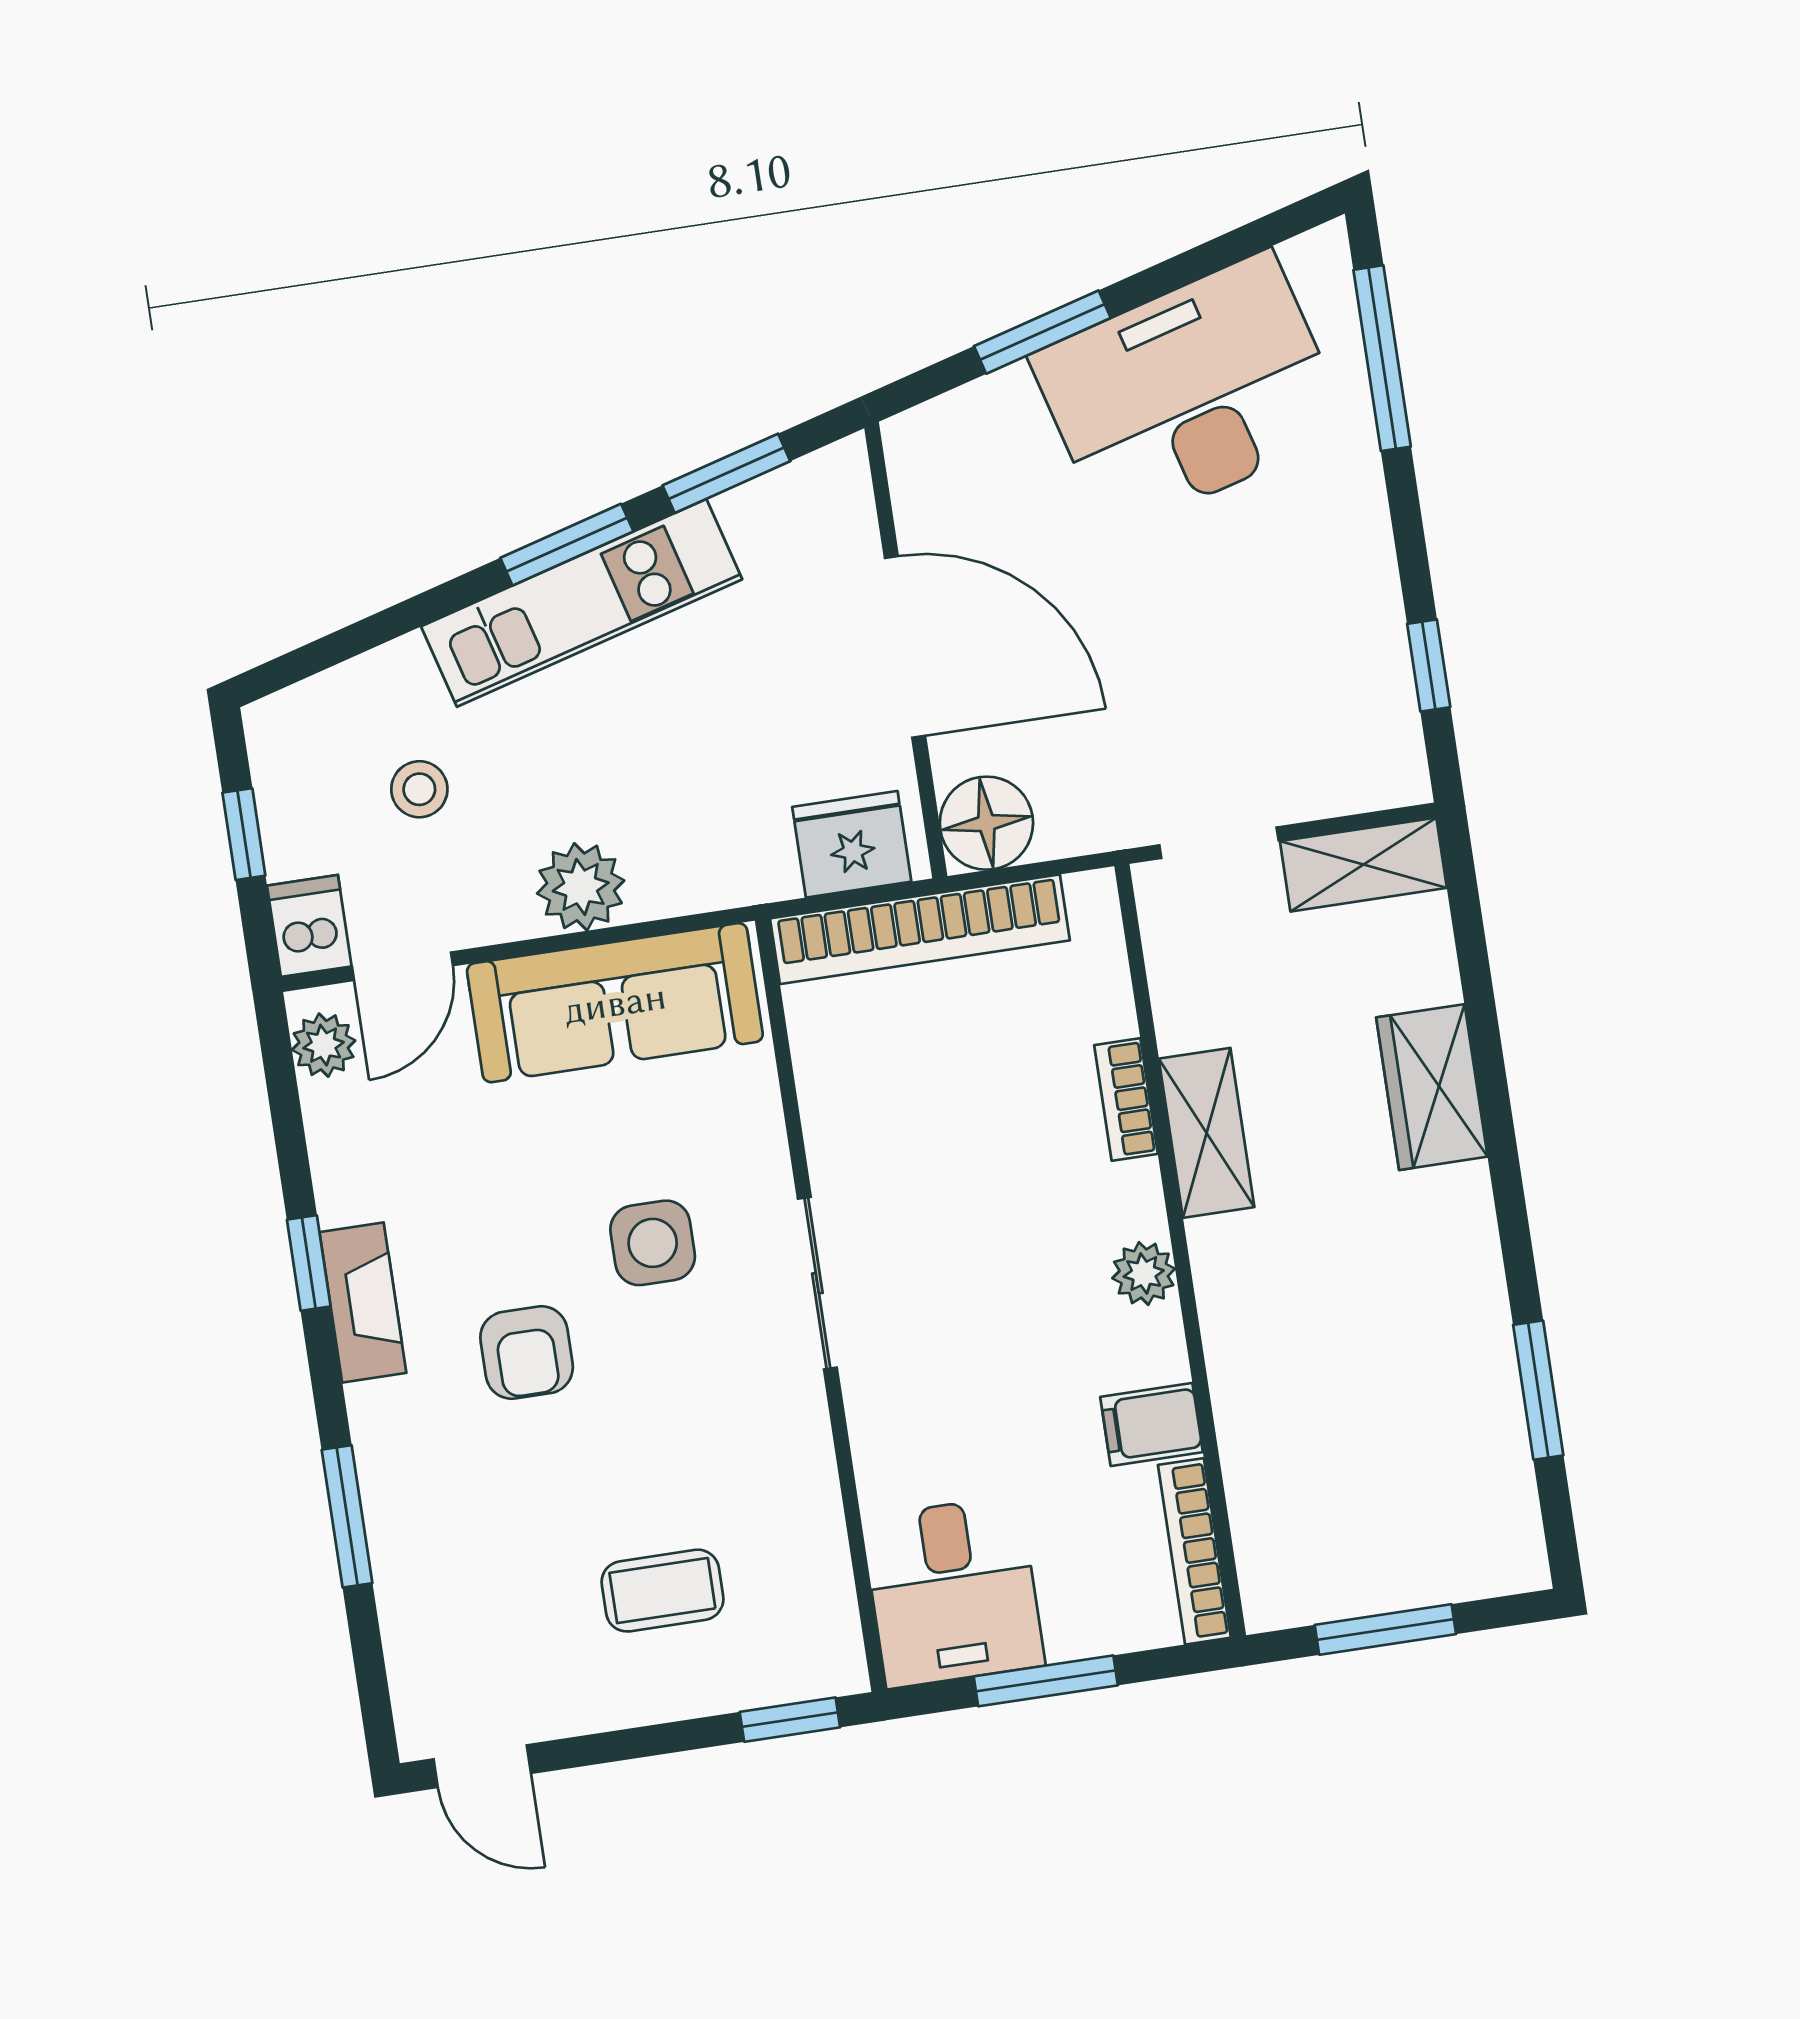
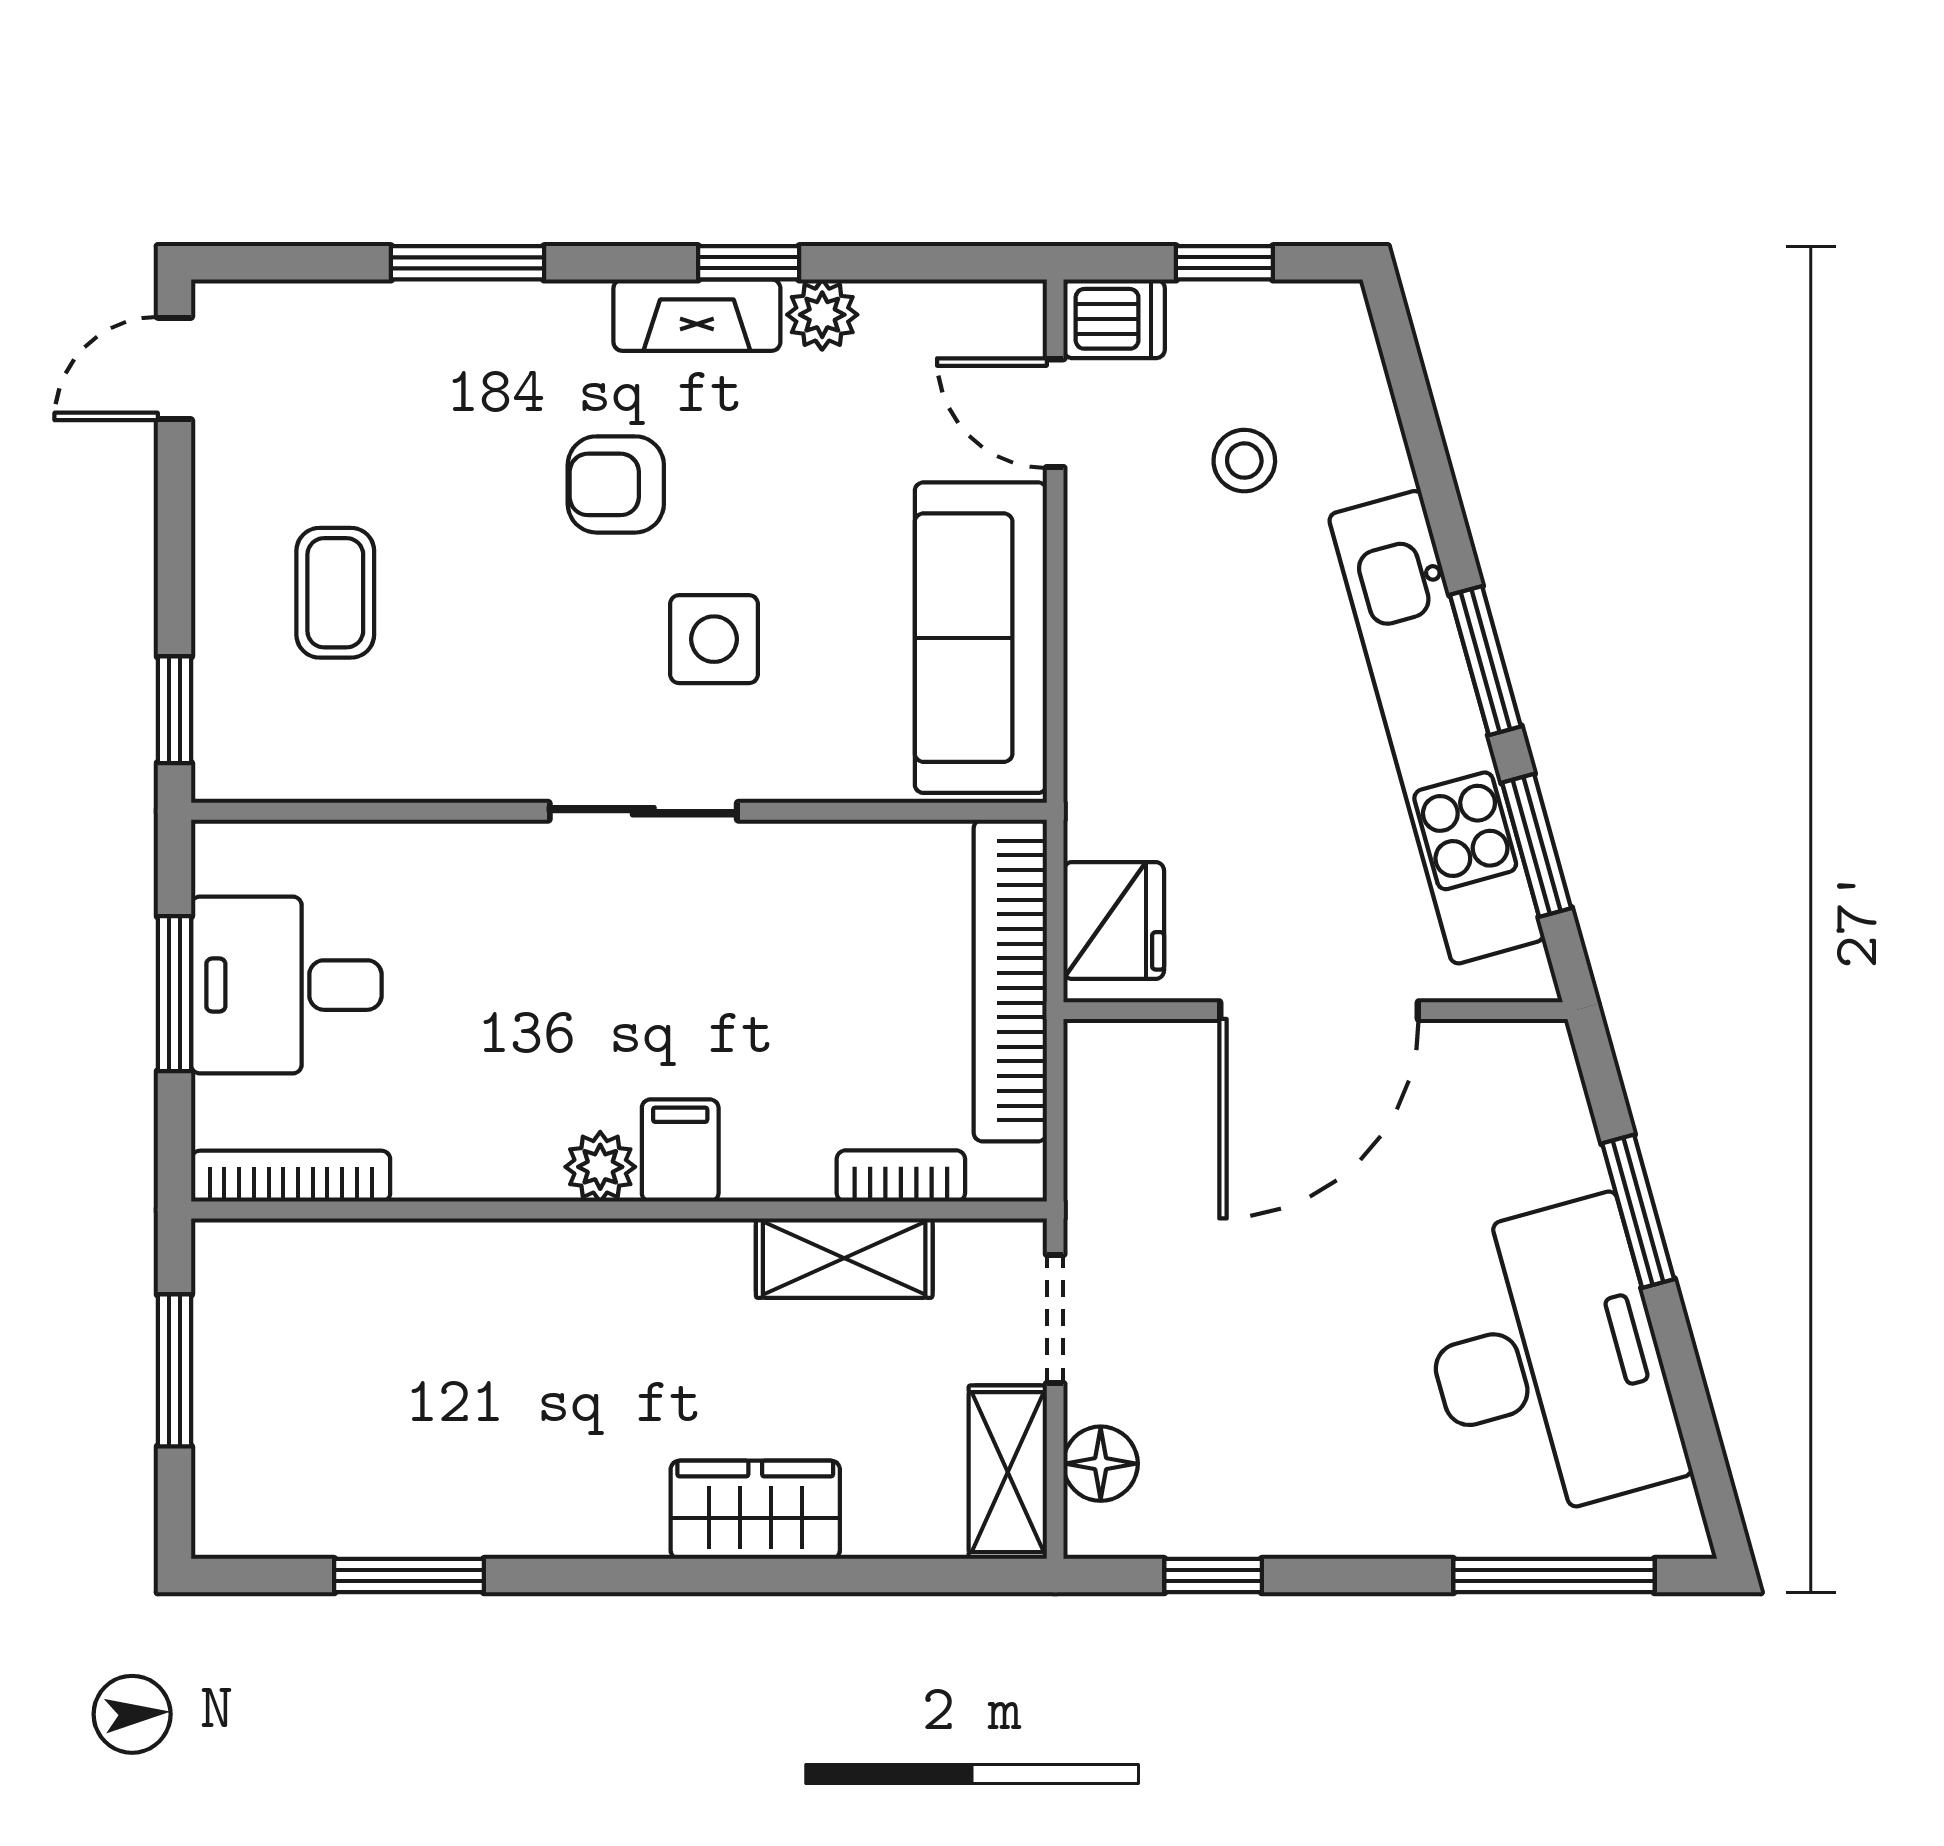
kitchen unit: (582, 603) -> (1436, 727), width x1.36
floor lamp: (986, 823) -> (1101, 1464), moved, width x0.73, depth x0.73
plant: (581, 887) -> (1112, 619), removed
plant: (324, 1045) -> (822, 315), moved
bookcase: (1126, 1099) -> (901, 1176), moved
shelving: (1207, 1133) -> (844, 1258), moved
filing cabinet: (1152, 1424) -> (680, 1151), moved
desk: (953, 1592) -> (286, 985), moved

